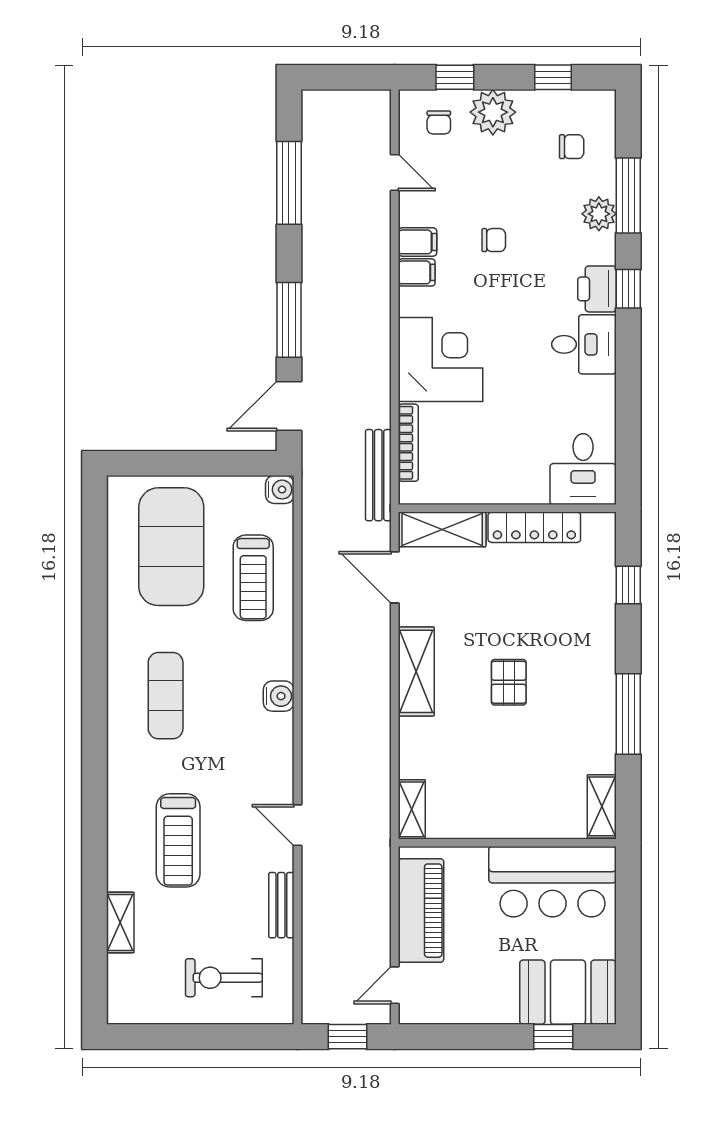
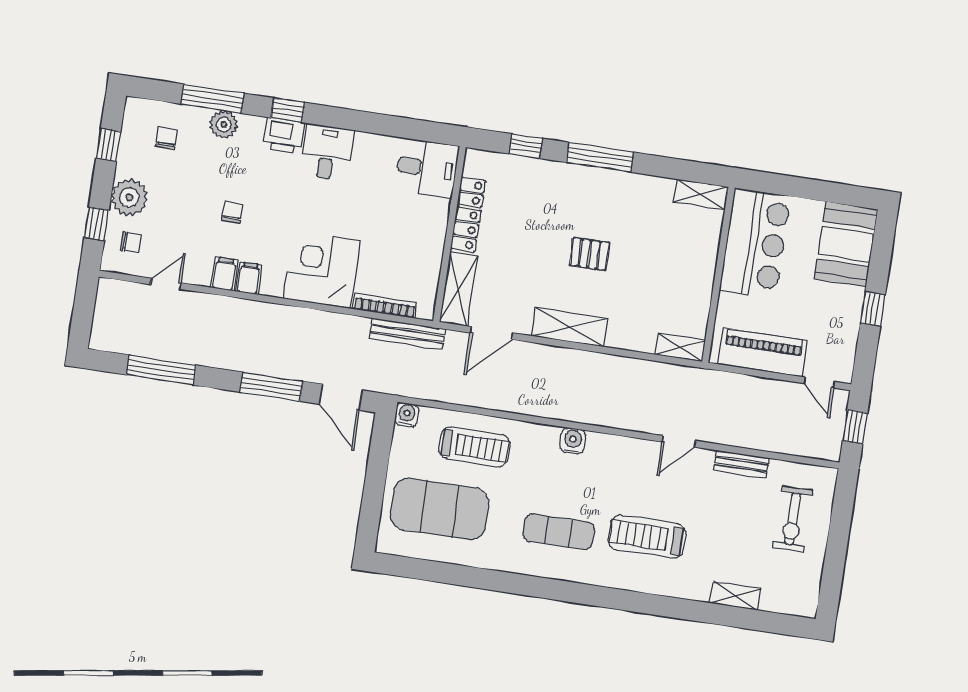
window: (628, 714) -> (600, 157), moved
treadmill: (178, 840) -> (647, 537), moved, turned 180
window: (553, 1037) -> (873, 309), moved

